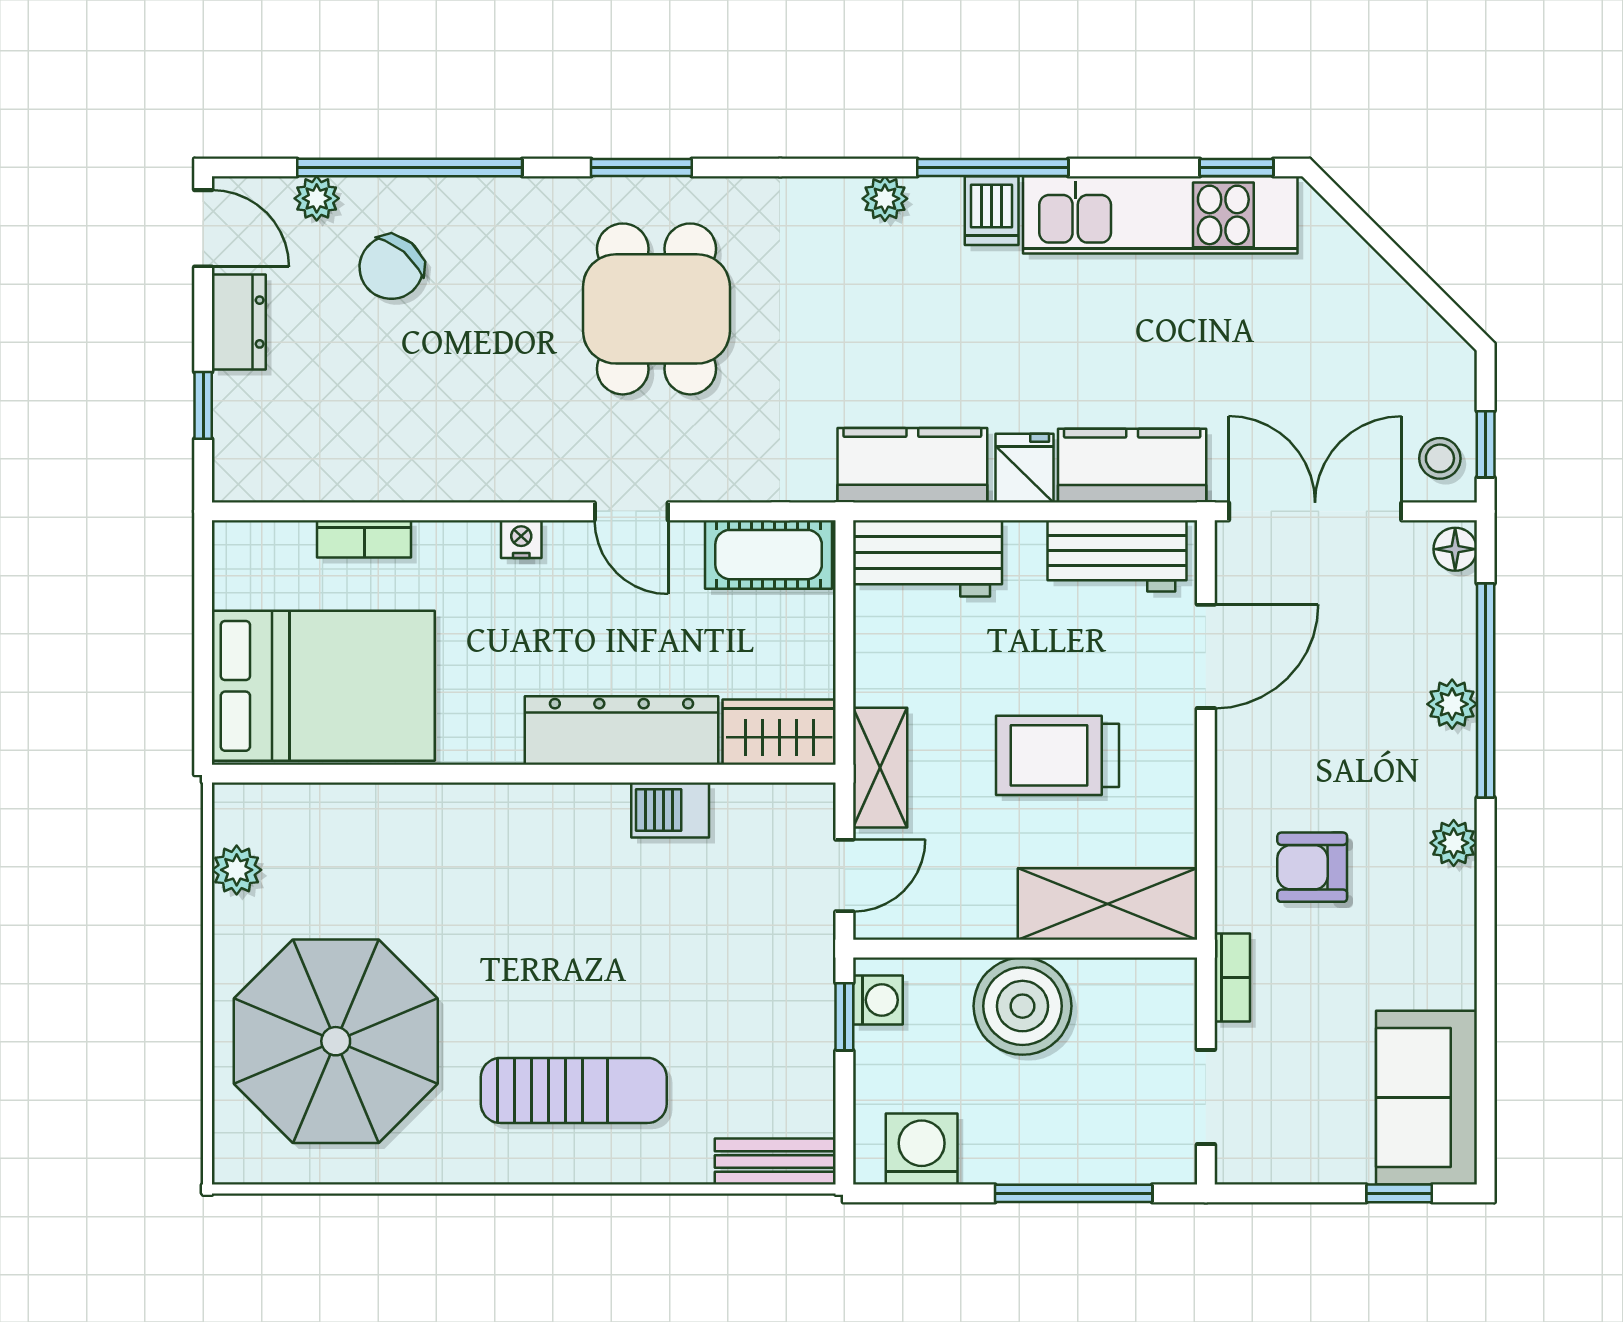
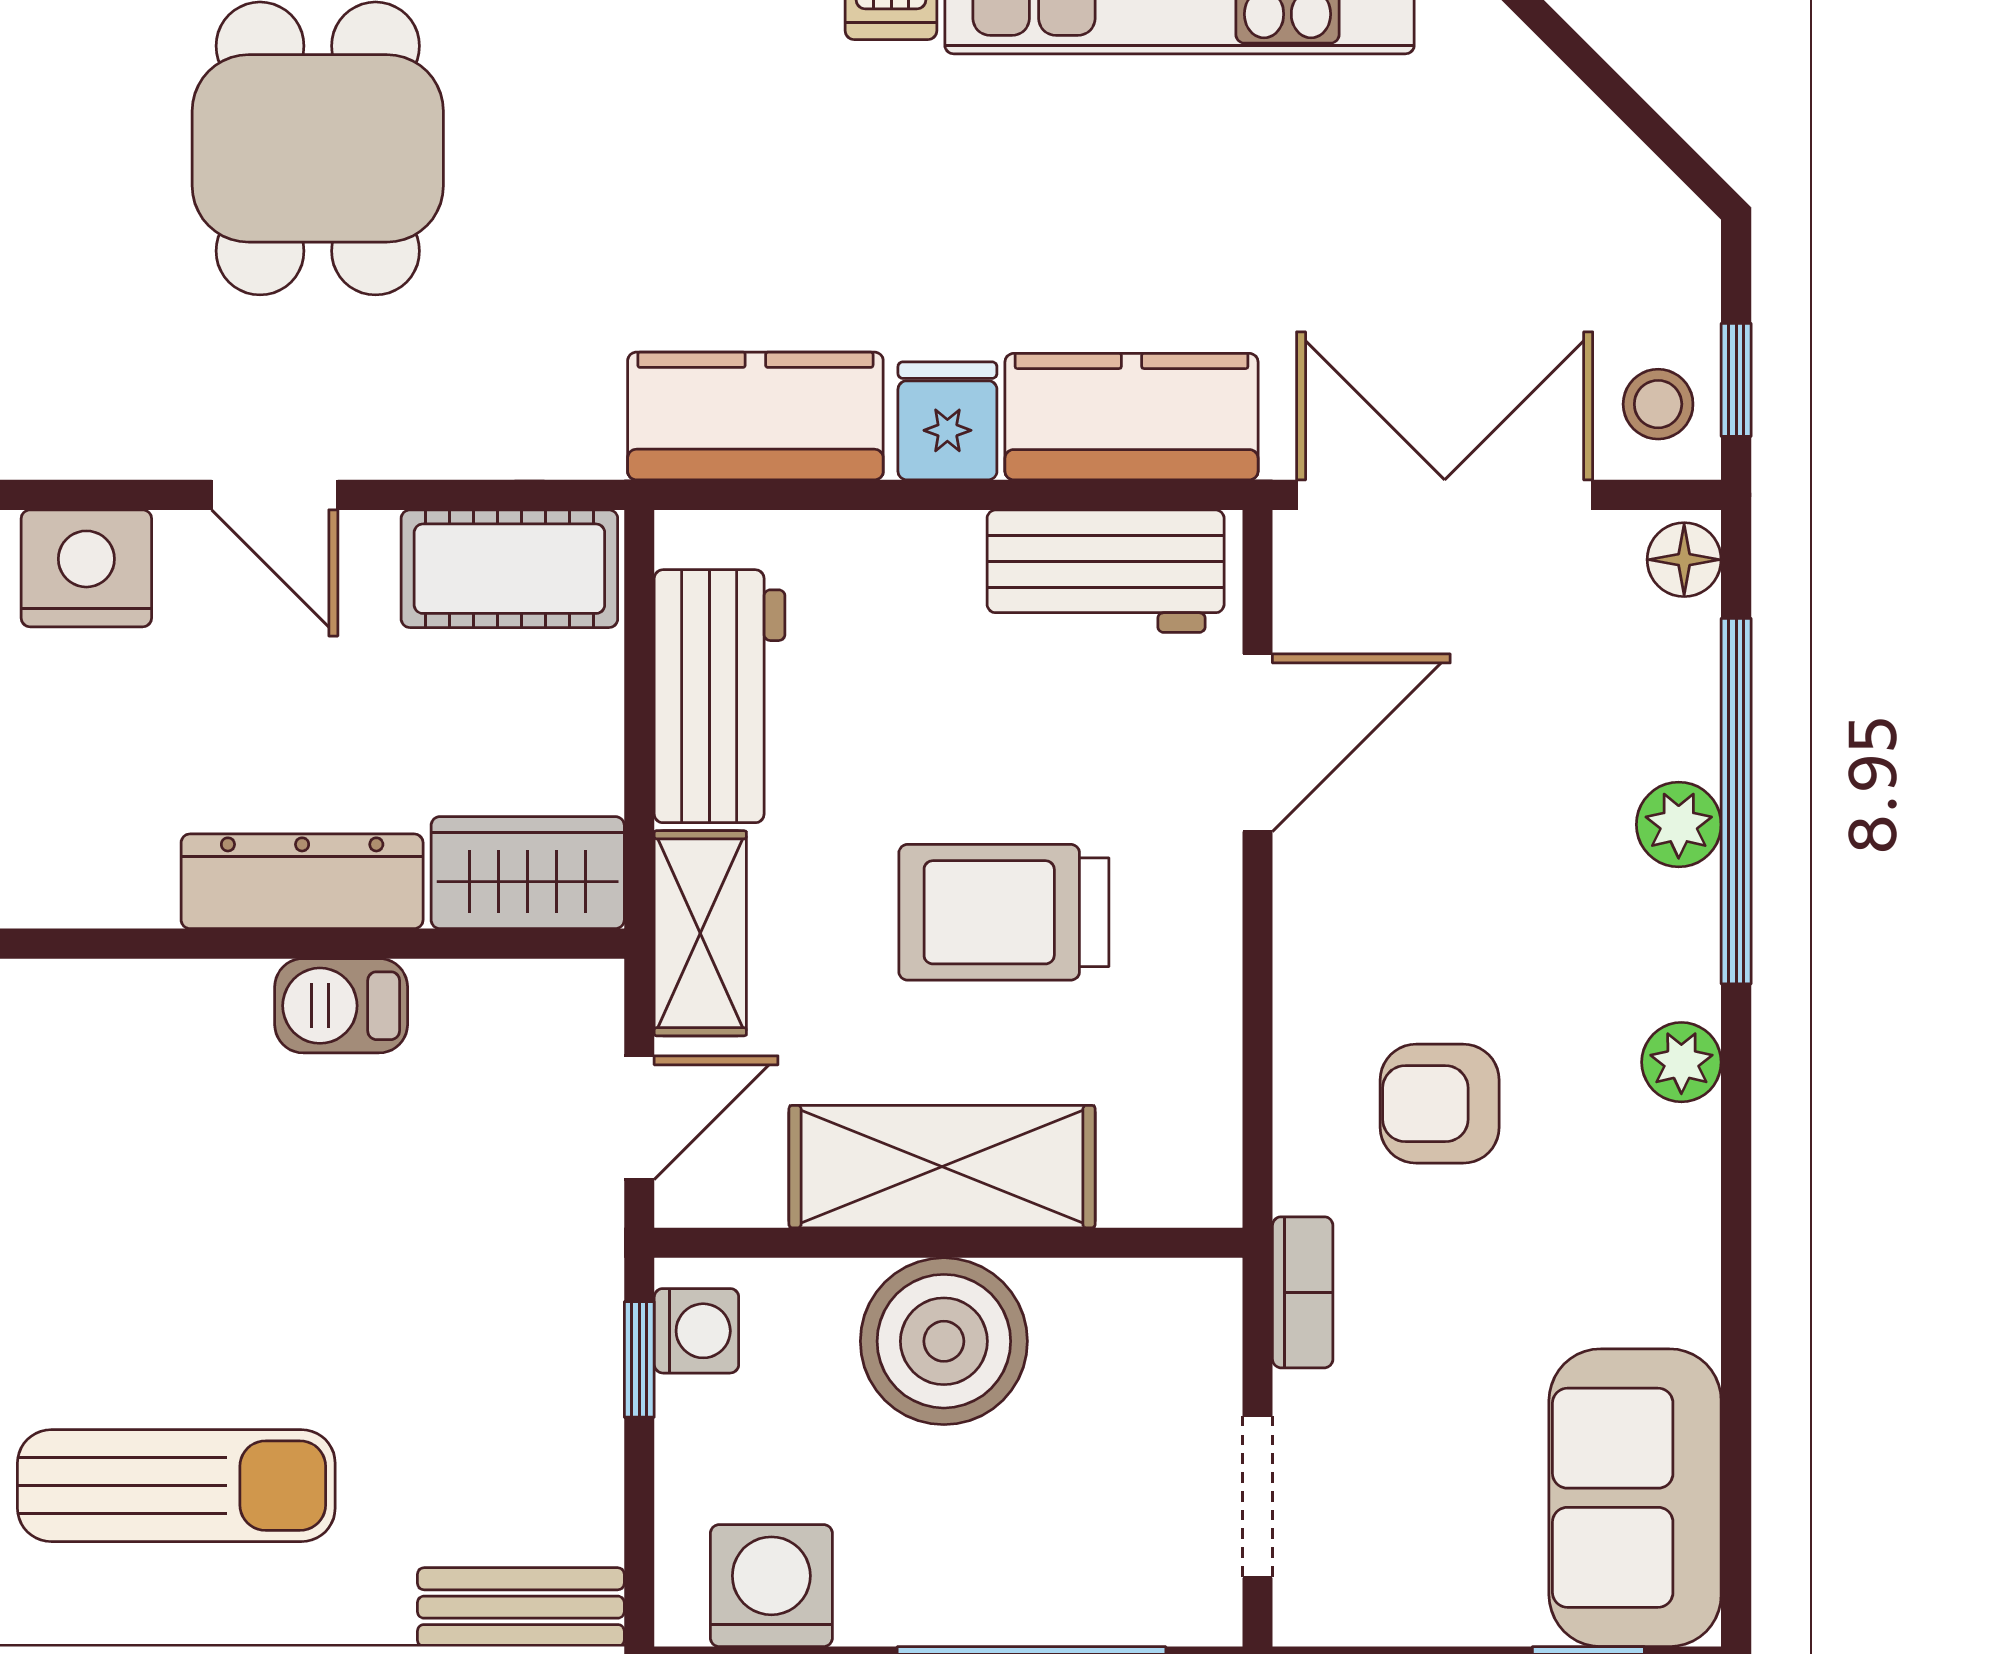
nightstand: (521, 539) -> (86, 568), width x1.89, depth x1.79
workbench: (928, 558) -> (720, 696), moved, turned -90
dresser: (622, 731) -> (302, 881), width x0.73, depth x0.80
shelving: (1108, 904) -> (942, 1167), moved

